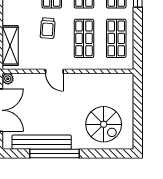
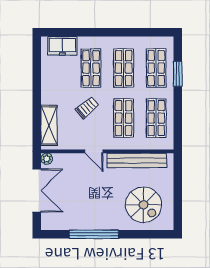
trolley: (48, 28) -> (87, 108), turned -134
bench: (42, 142) -> (137, 160), moved

